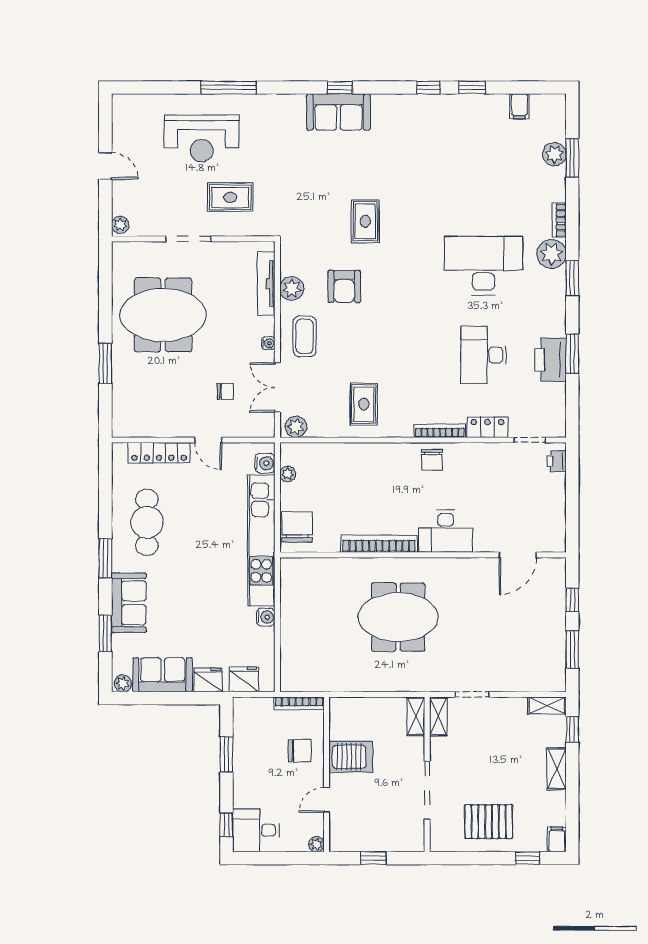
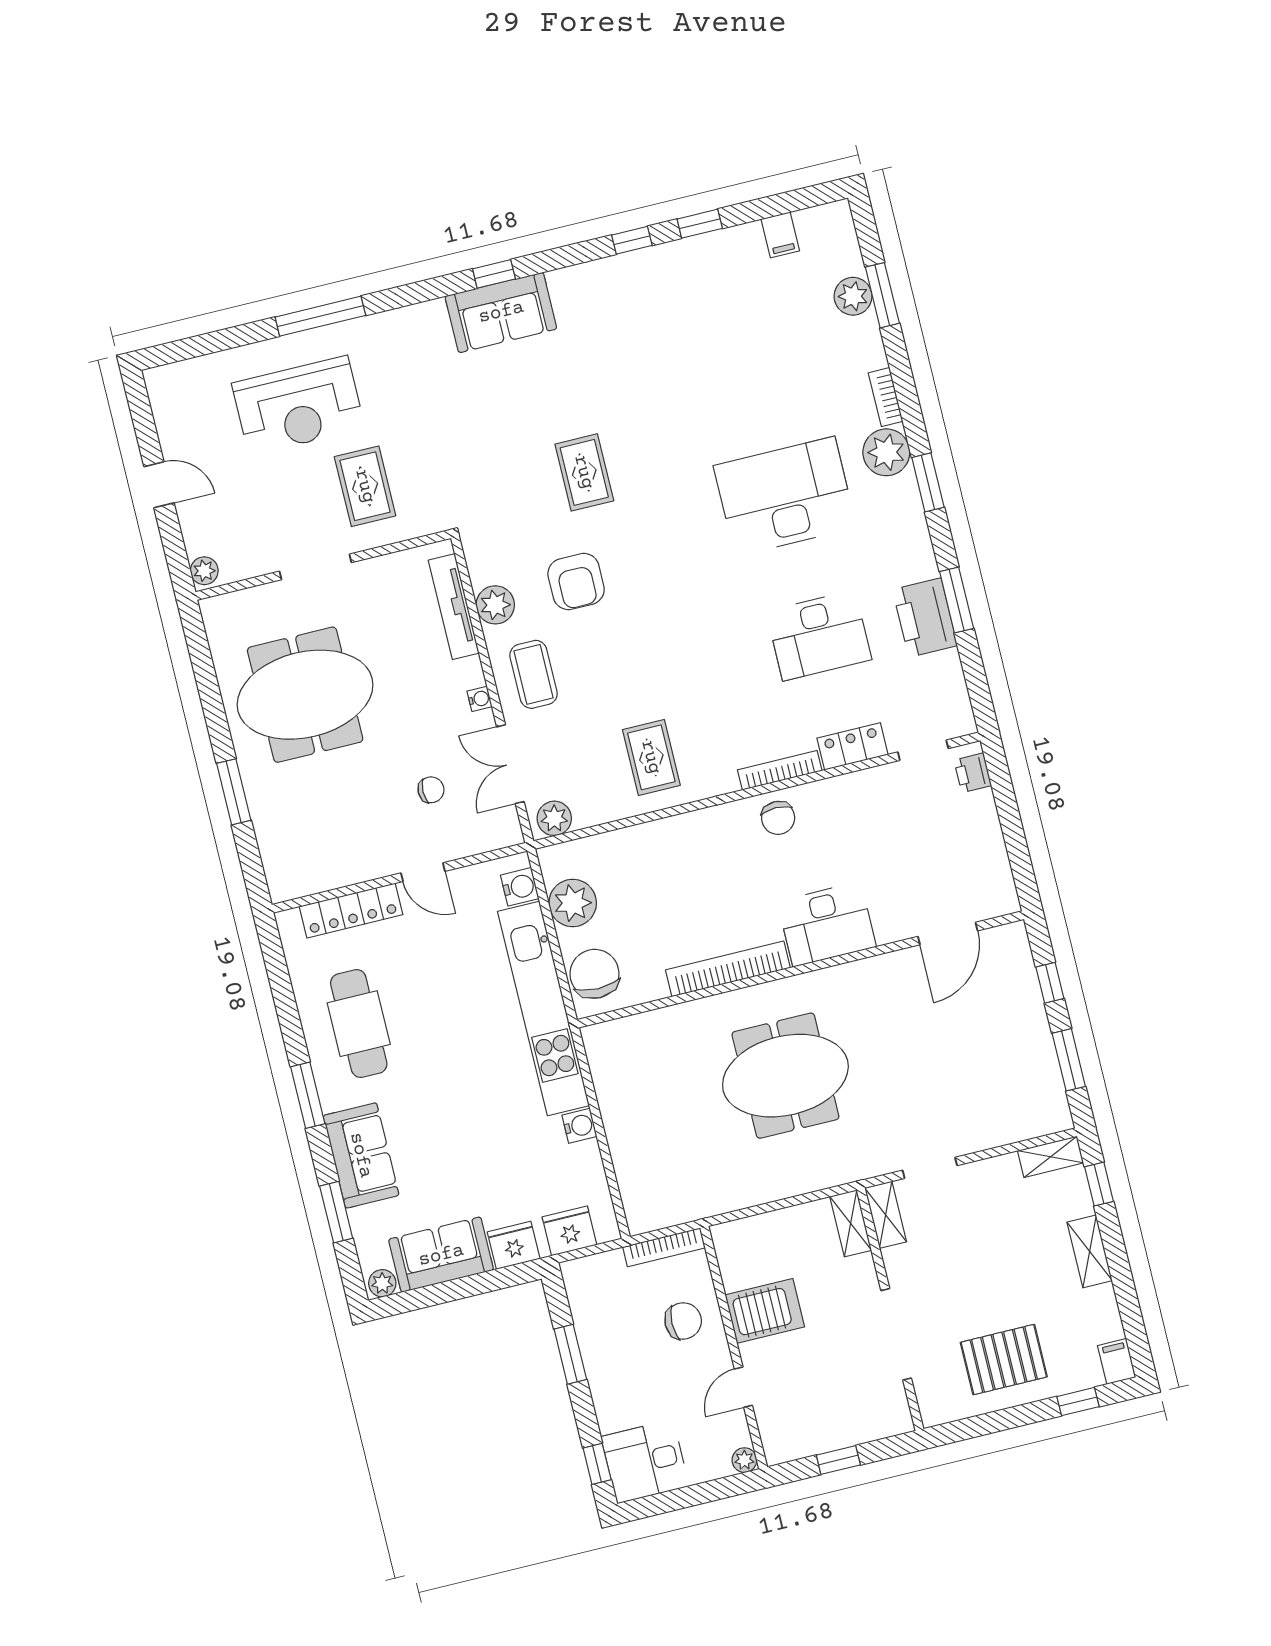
rug: (230, 197) -> (365, 486), turned 90
desk: (483, 355) -> (819, 635), turned -90
plant: (288, 474) -> (573, 903), width x1.88, depth x1.88

